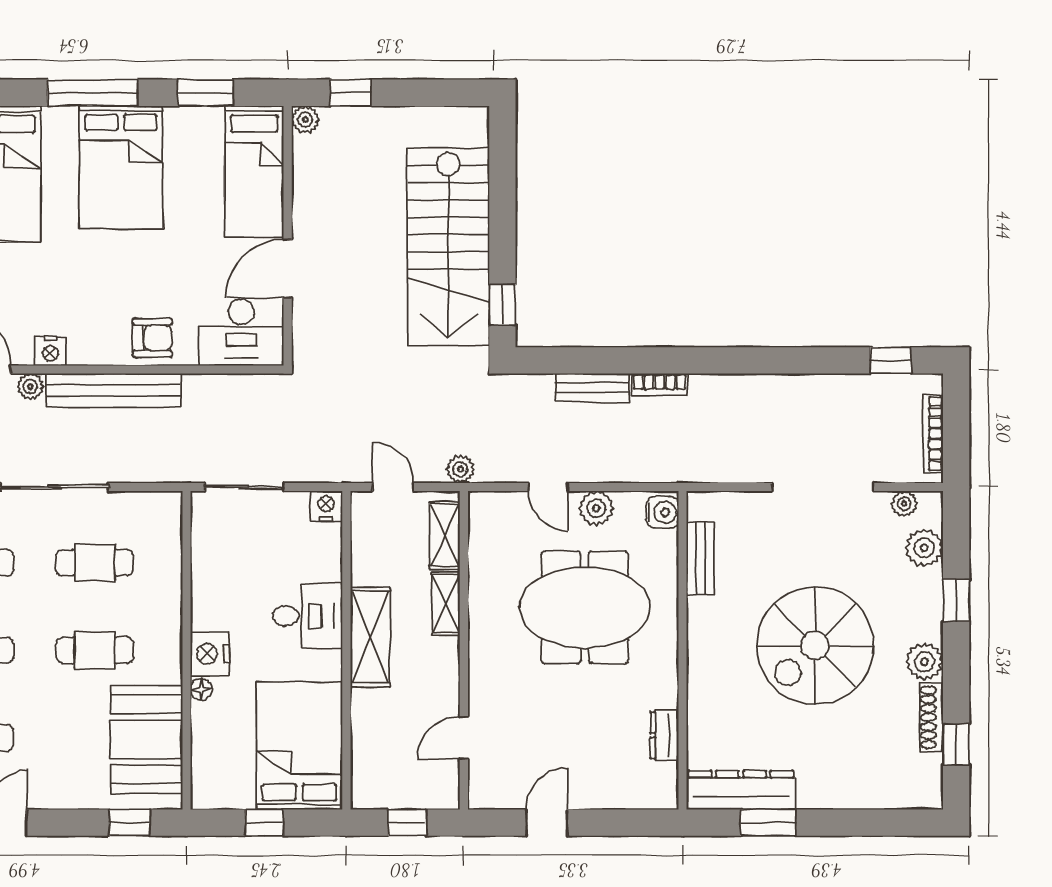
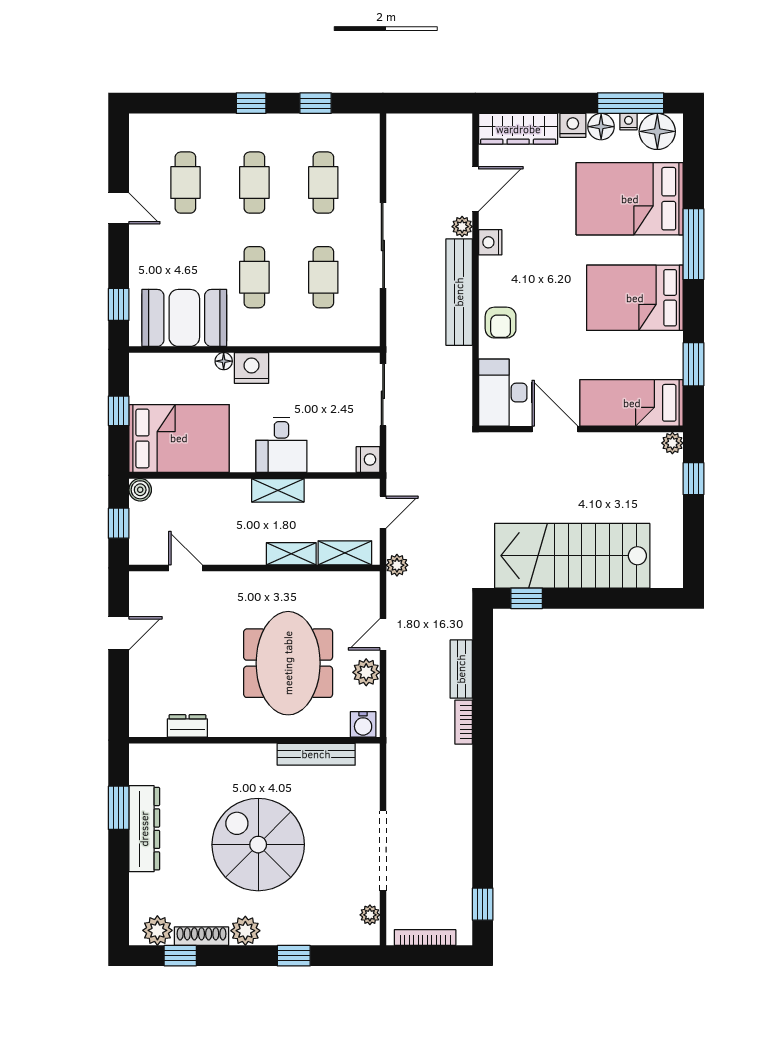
window: (93, 93) -> (693, 244), moved
plant: (924, 548) -> (157, 930), moved
bench: (700, 559) -> (316, 754), width x1.36
shelving: (370, 637) -> (278, 490), width x0.67, depth x0.75
dresser: (741, 790) -> (144, 829), moved
boiler: (365, 795) -> (140, 490), added
door: (547, 823) -> (119, 633), hinge flipped

